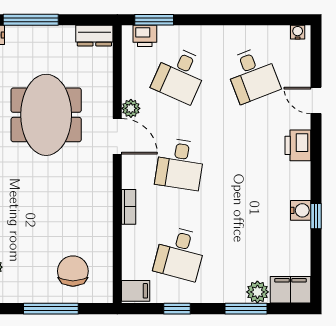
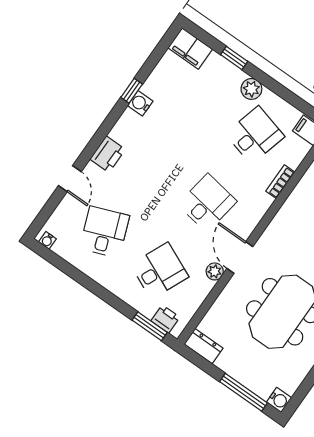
bookcase: (129, 207) -> (280, 182), moved
plant: (257, 292) -> (251, 89), moved
window: (177, 309) -> (286, 95), removed
window: (246, 309) -> (234, 58), width x0.67

